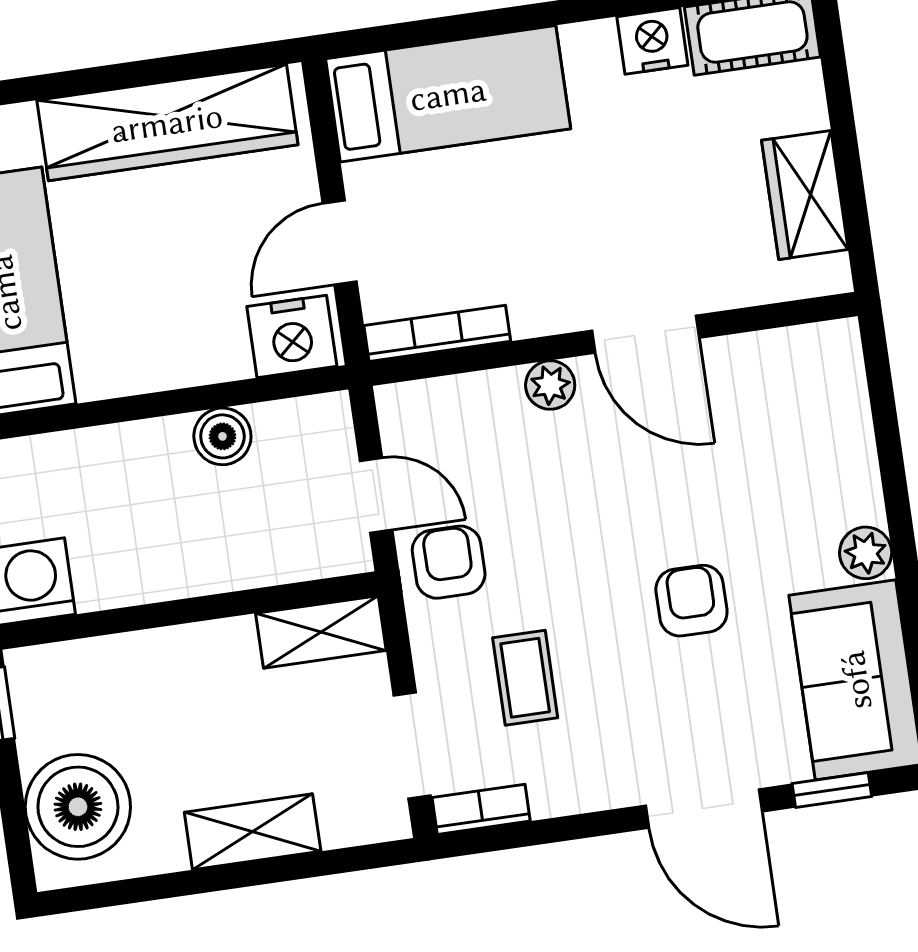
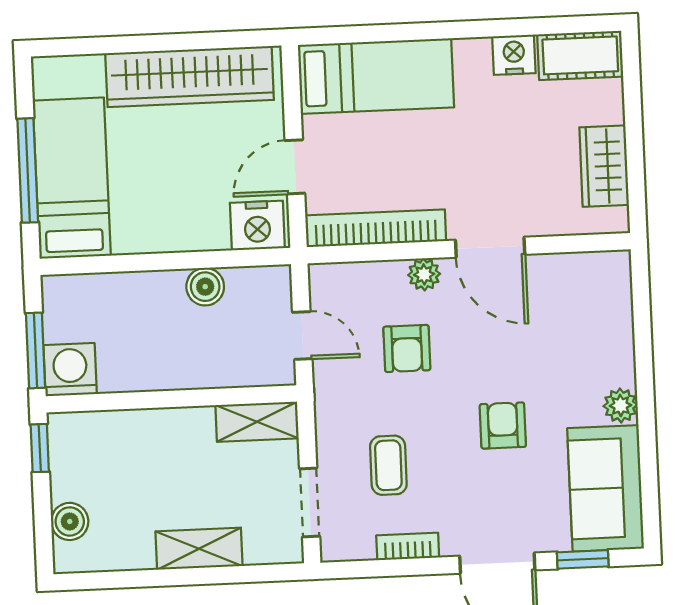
bookcase: (437, 333) -> (376, 228), width x1.48, depth x1.31
armchair: (449, 562) -> (407, 348), moved, turned 180
boiler: (78, 807) -> (70, 521), width x0.54, depth x0.54
bookcase: (481, 809) -> (408, 546), moved

